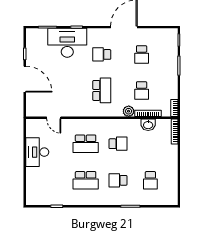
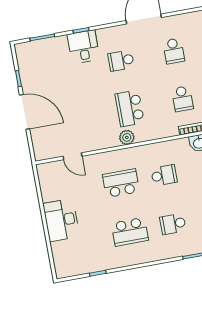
desk: (67, 43) -> (83, 47), width x0.53, depth x0.77
school desk: (102, 90) -> (130, 108), turned 180
plant: (129, 111) -> (127, 137), moved
school desk: (86, 144) -> (121, 183), turned 180
desk: (37, 152) -> (61, 220), moved

